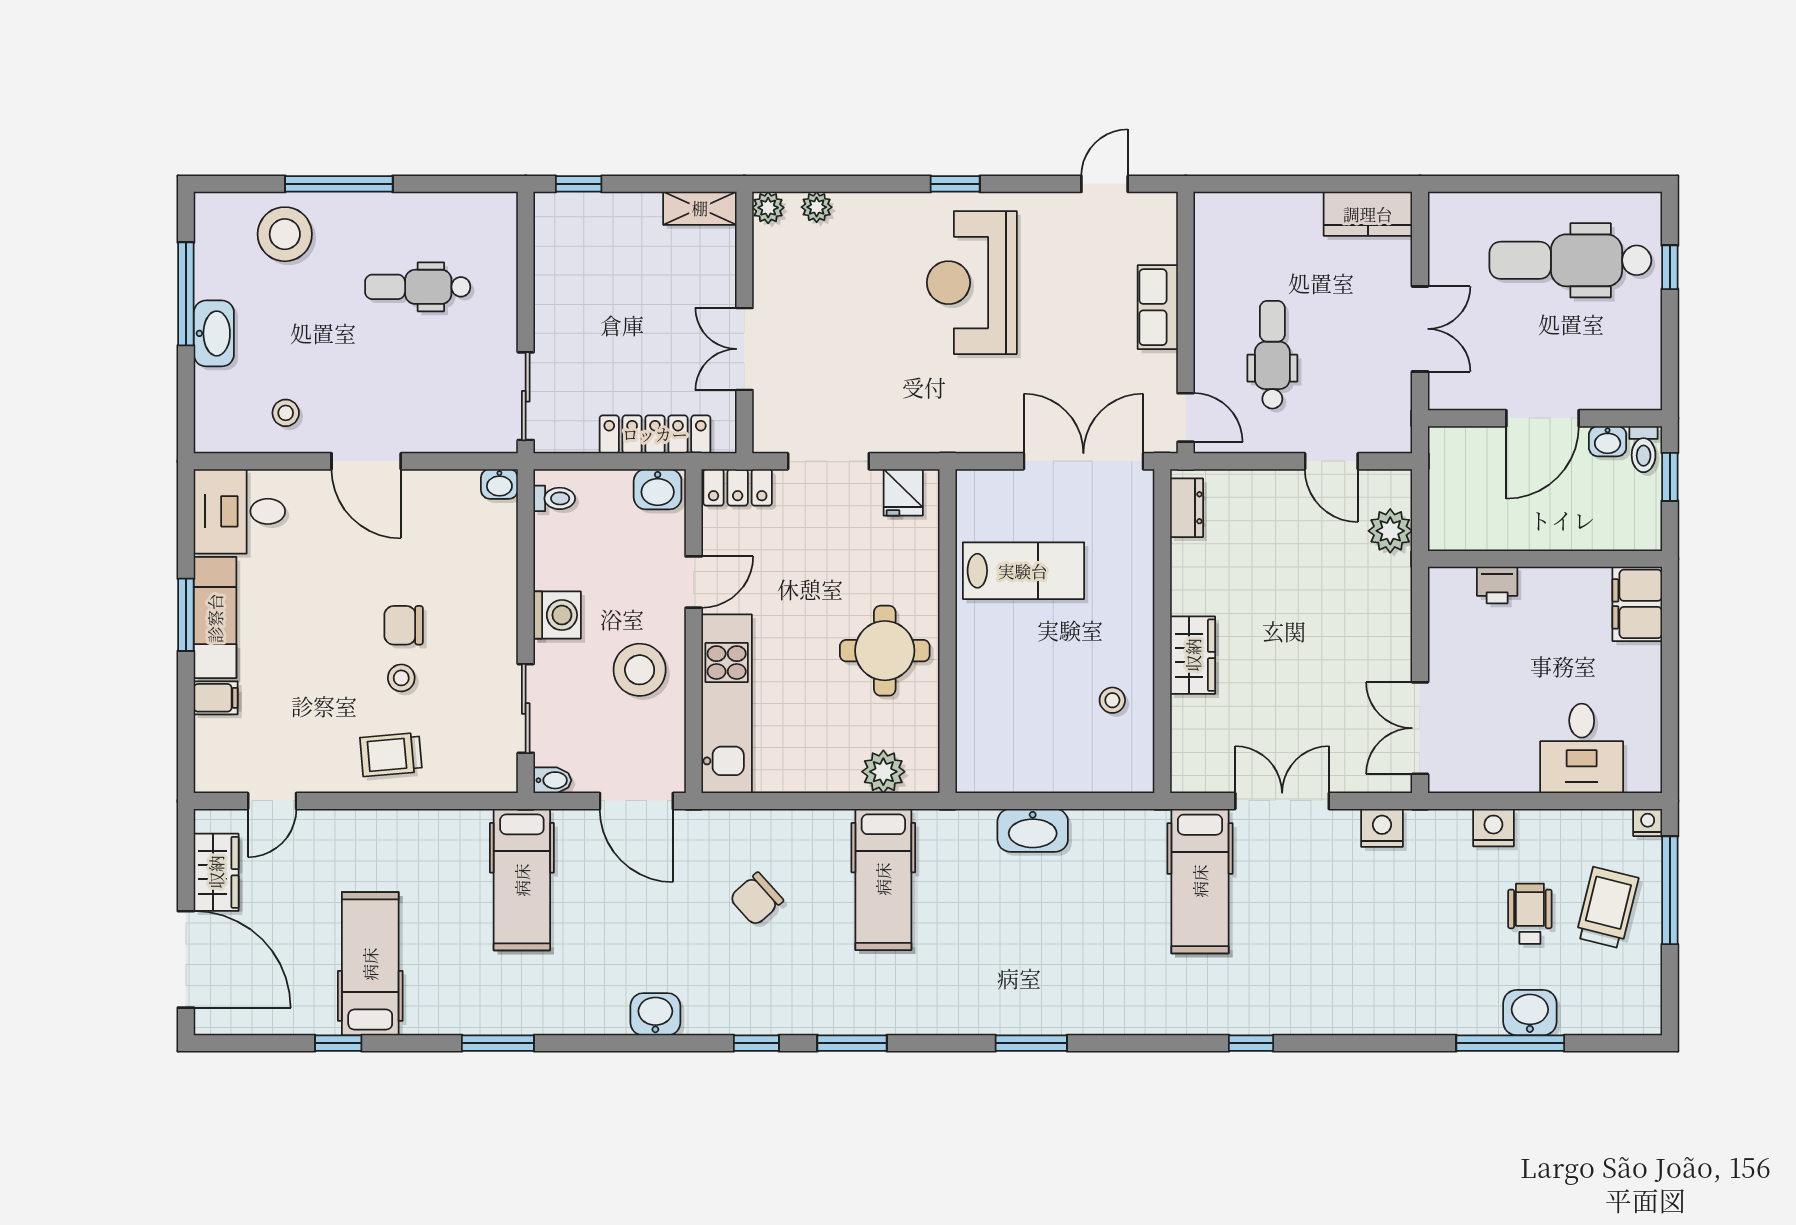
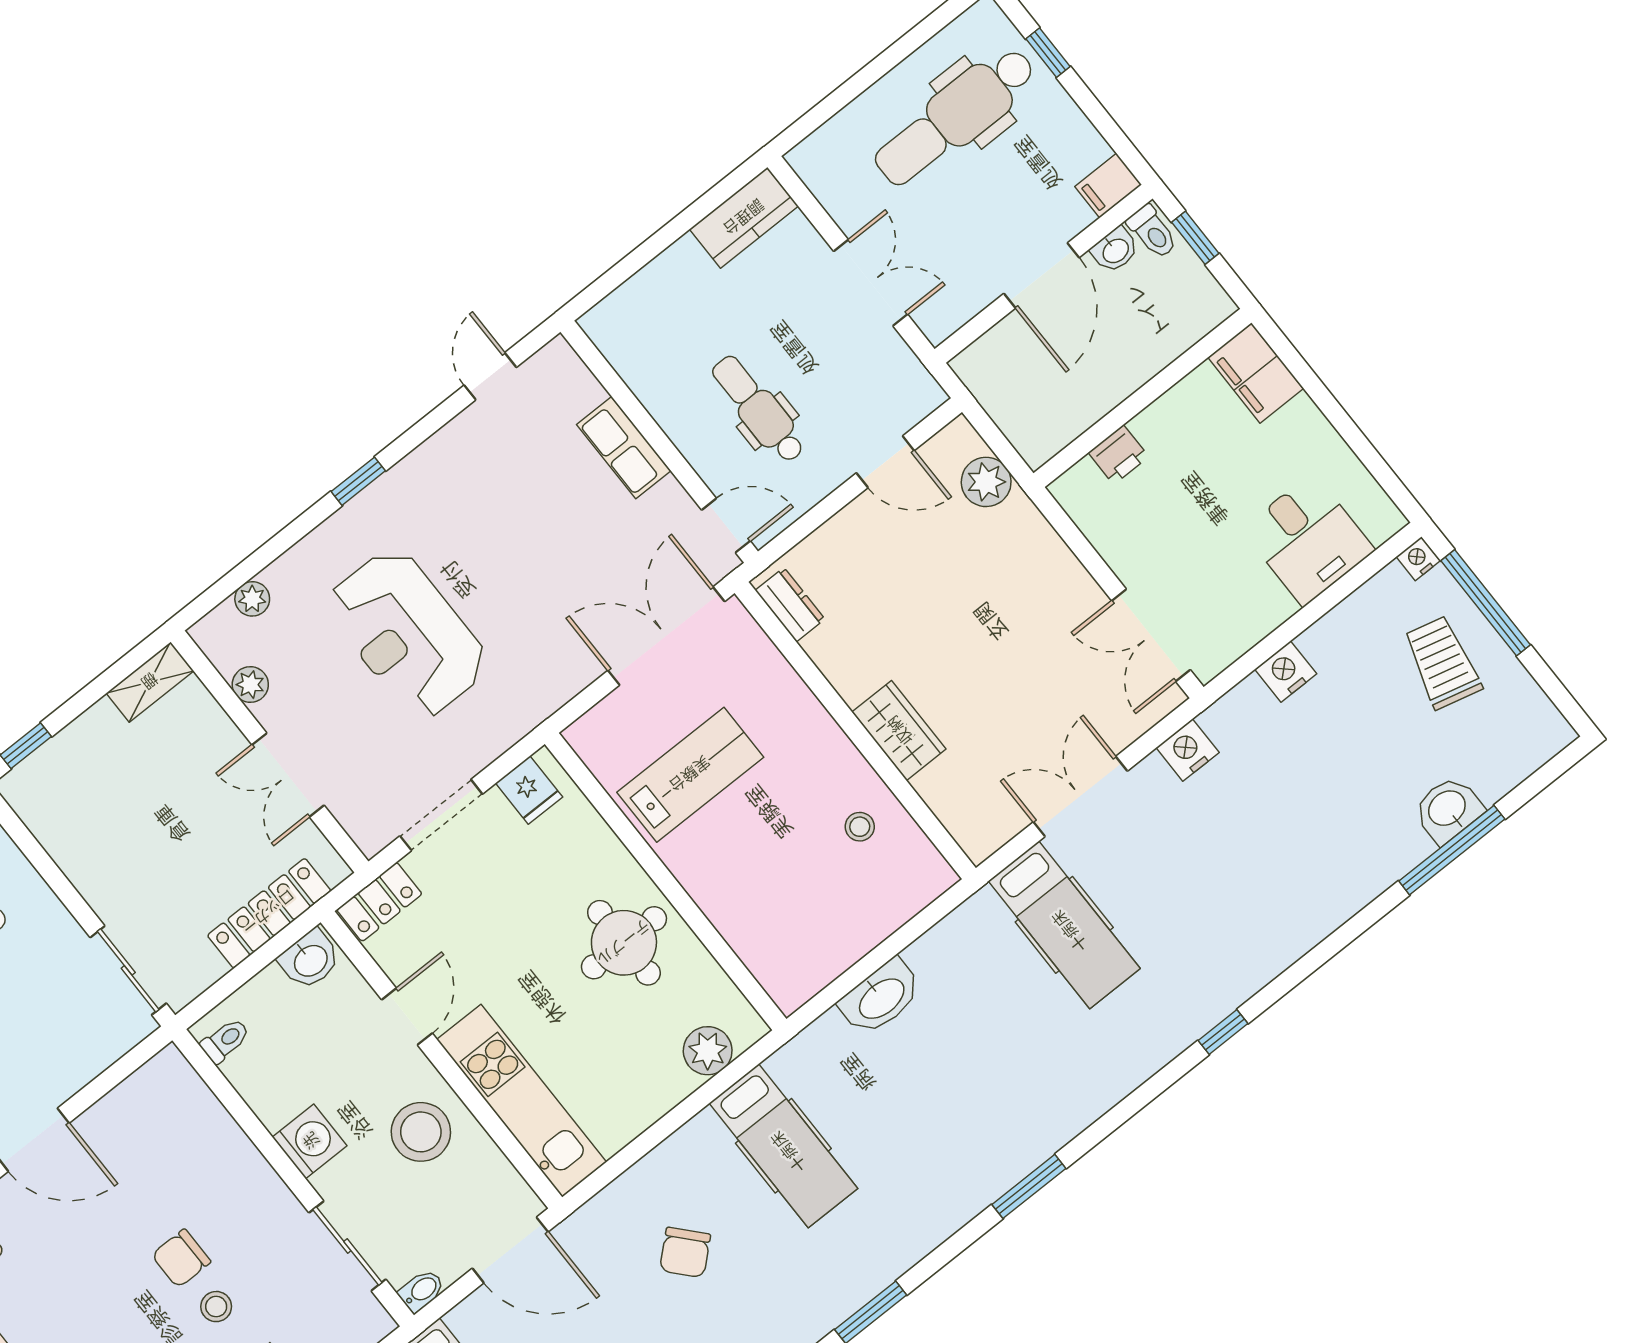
plant: (768, 208) -> (250, 685), moved
reception desk: (972, 283) -> (407, 634), moved
filing cabinet: (1638, 393) -> (1108, 186), added
washbasin: (499, 484) -> (167, 1066), removed
wheelchair: (1530, 914) -> (1378, 722), removed

